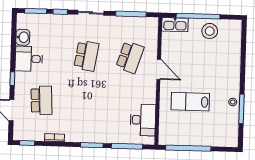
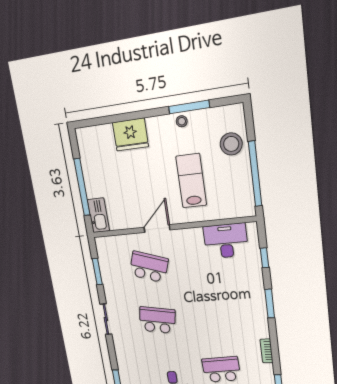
window: (60, 12) -> (112, 354), removed
window: (131, 14) -> (97, 271), width x0.69
stool: (210, 31) -> (231, 144), moved
fridge: (230, 62) -> (130, 135), added
lab bench: (190, 102) -> (191, 181), turned 180
window: (127, 146) -> (264, 258), width x0.46

